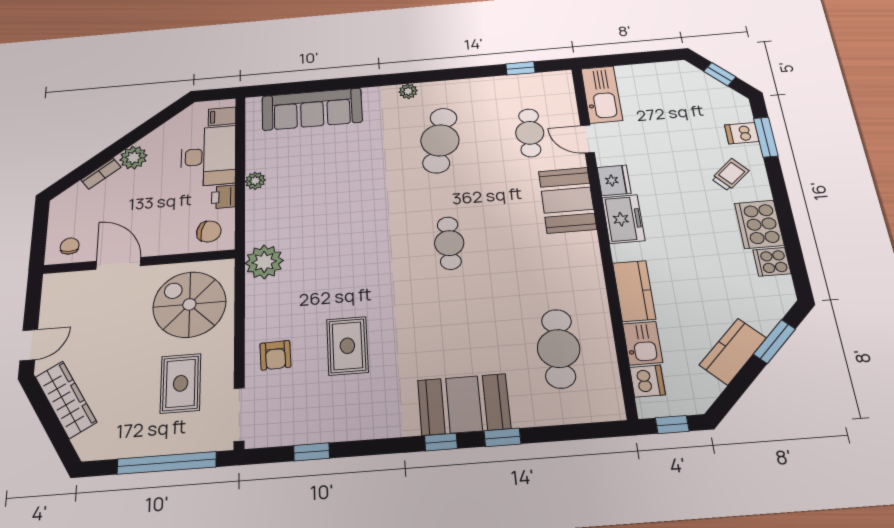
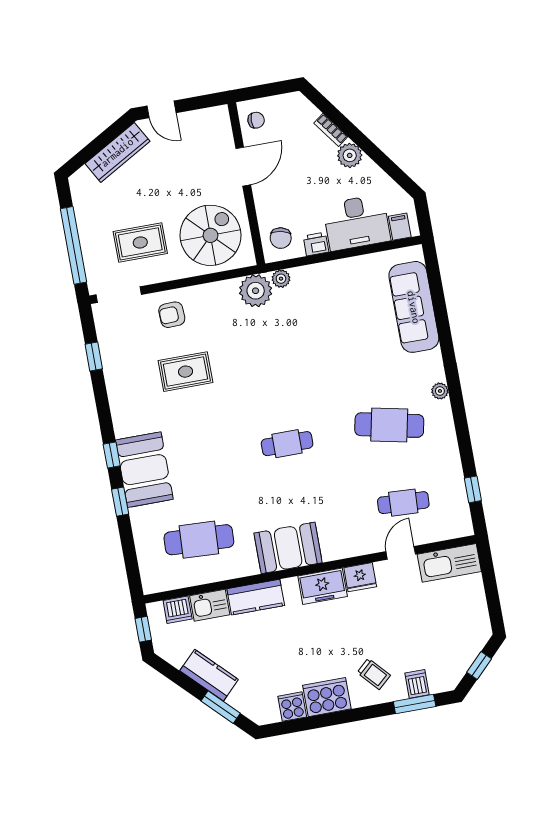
plant: (255, 181) -> (281, 279), moved
booth: (567, 200) -> (288, 548), moved

